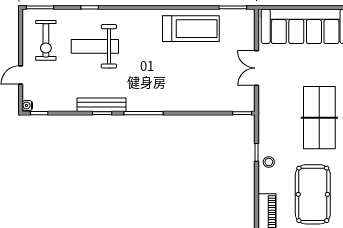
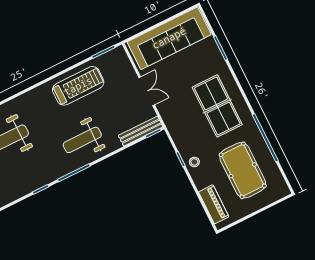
double door: (256, 68) -> (147, 91), swing flipped
weight bench: (168, 84) -> (82, 140), added
bench: (102, 105) -> (141, 131), moved

